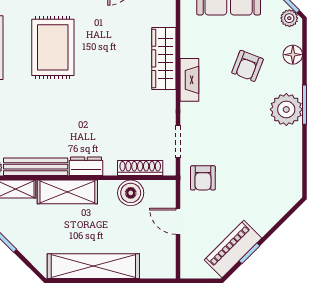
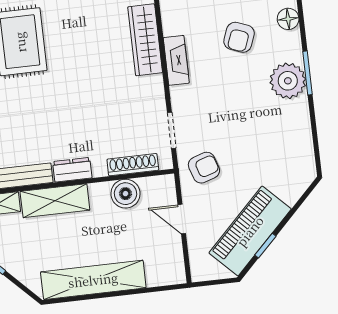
armchair: (203, 178) -> (204, 168), turned -108
piano: (233, 249) -> (250, 231), width x1.37, depth x1.33

